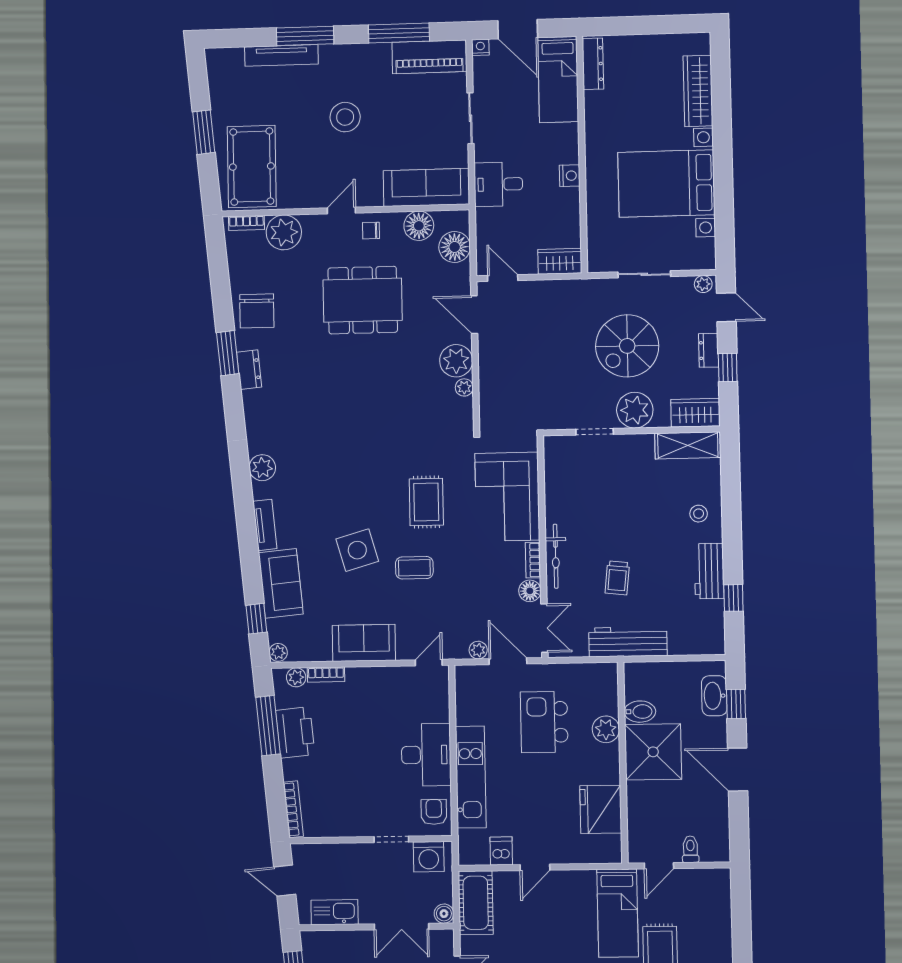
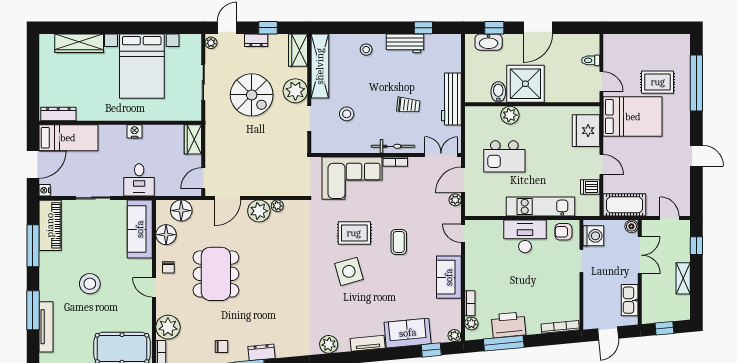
chair: (257, 311) -> (221, 347), width x0.54, depth x0.54
shelving: (688, 445) -> (320, 66), width x1.47
stool: (602, 487) -> (347, 114), added
side table: (357, 550) -> (349, 271), moved
floor lamp: (530, 591) -> (416, 164), removed
fridge: (601, 809) -> (586, 131), moved, turned 90
bed: (618, 913) -> (633, 117), width x1.50

